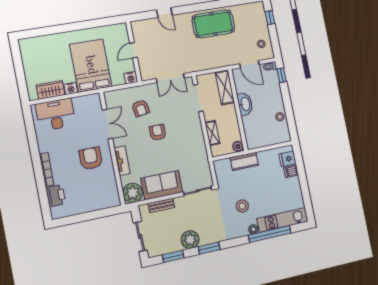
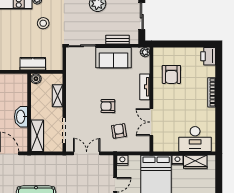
armchair: (158, 132) -> (108, 106), turned 90
armchair: (91, 158) -> (171, 74), moved
plant: (133, 193) -> (145, 52), width x0.53, depth x0.53
printer: (56, 196) -> (208, 56), moved

